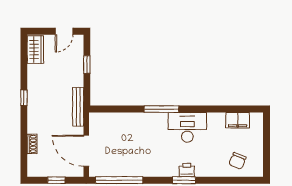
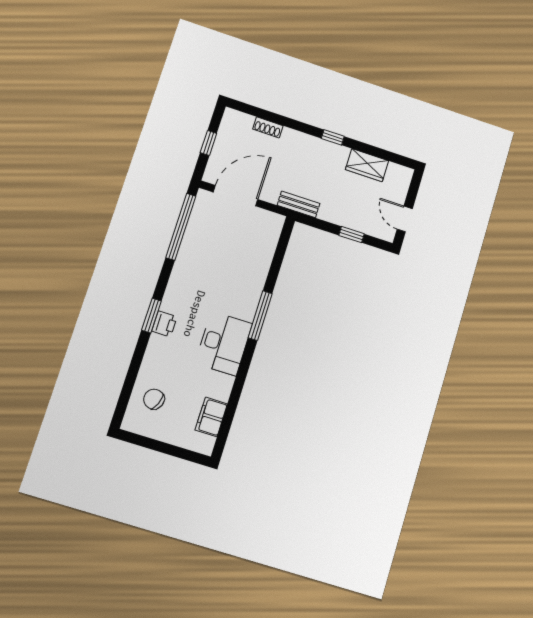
wardrobe: (35, 49) -> (367, 165), moved
bench: (78, 107) -> (298, 204), width x0.73

